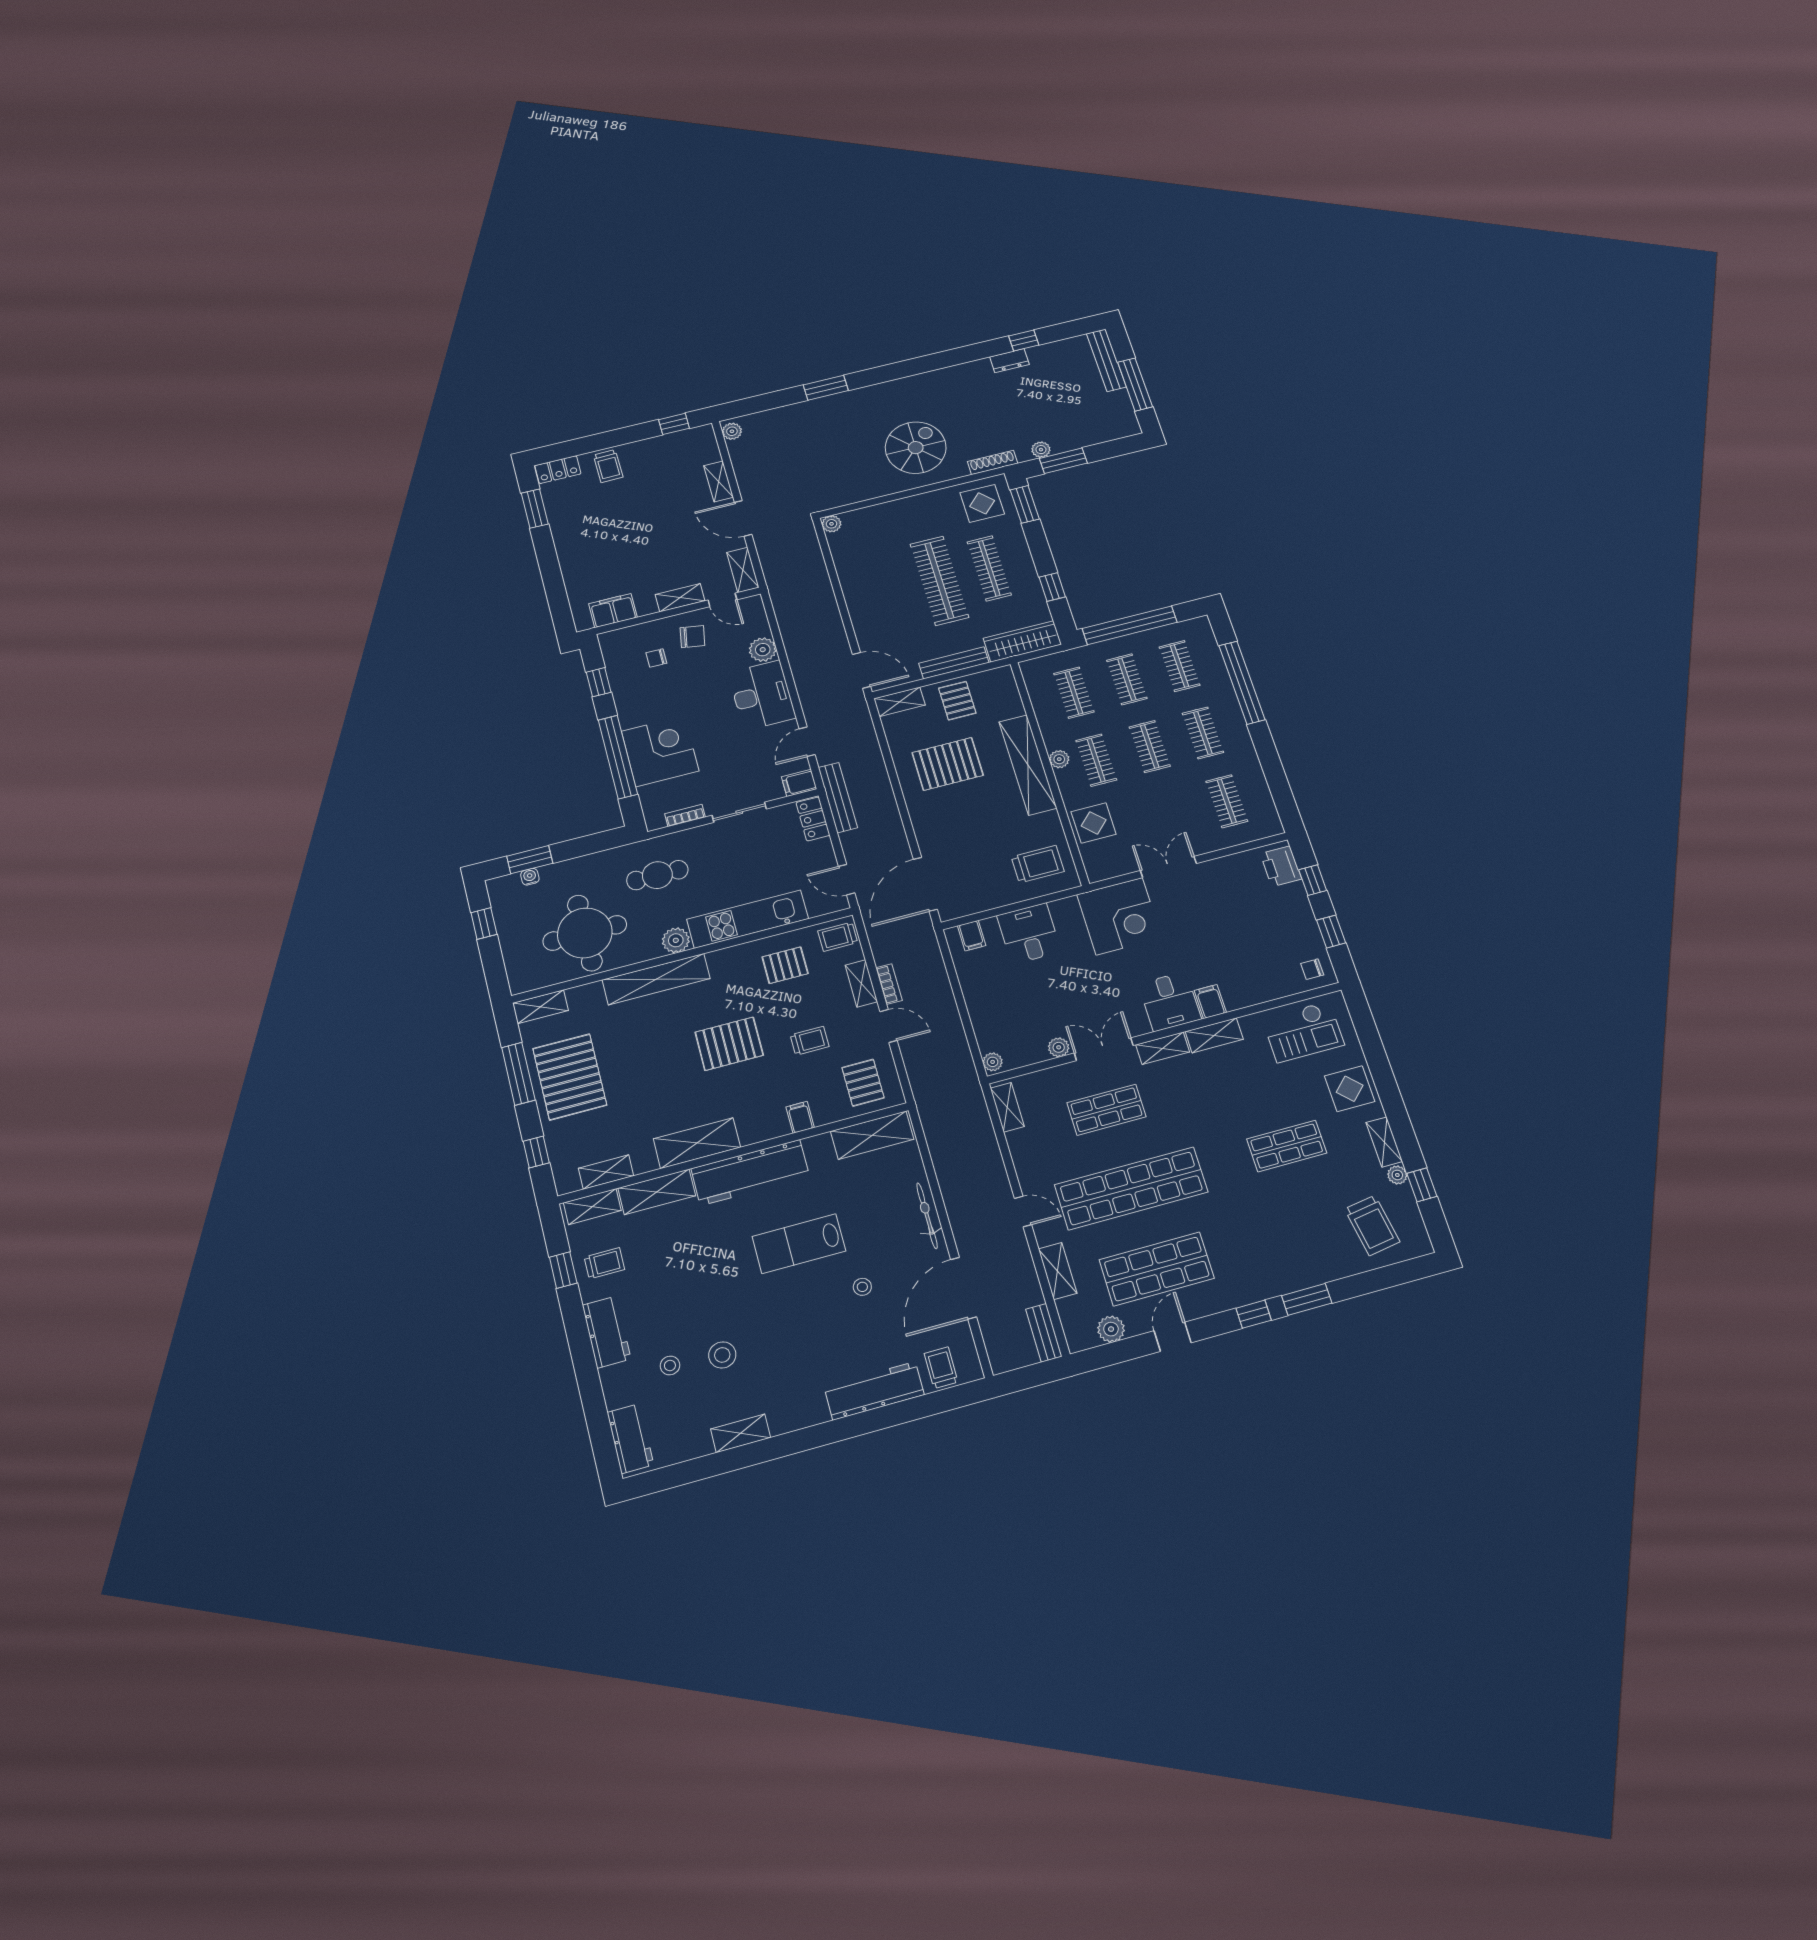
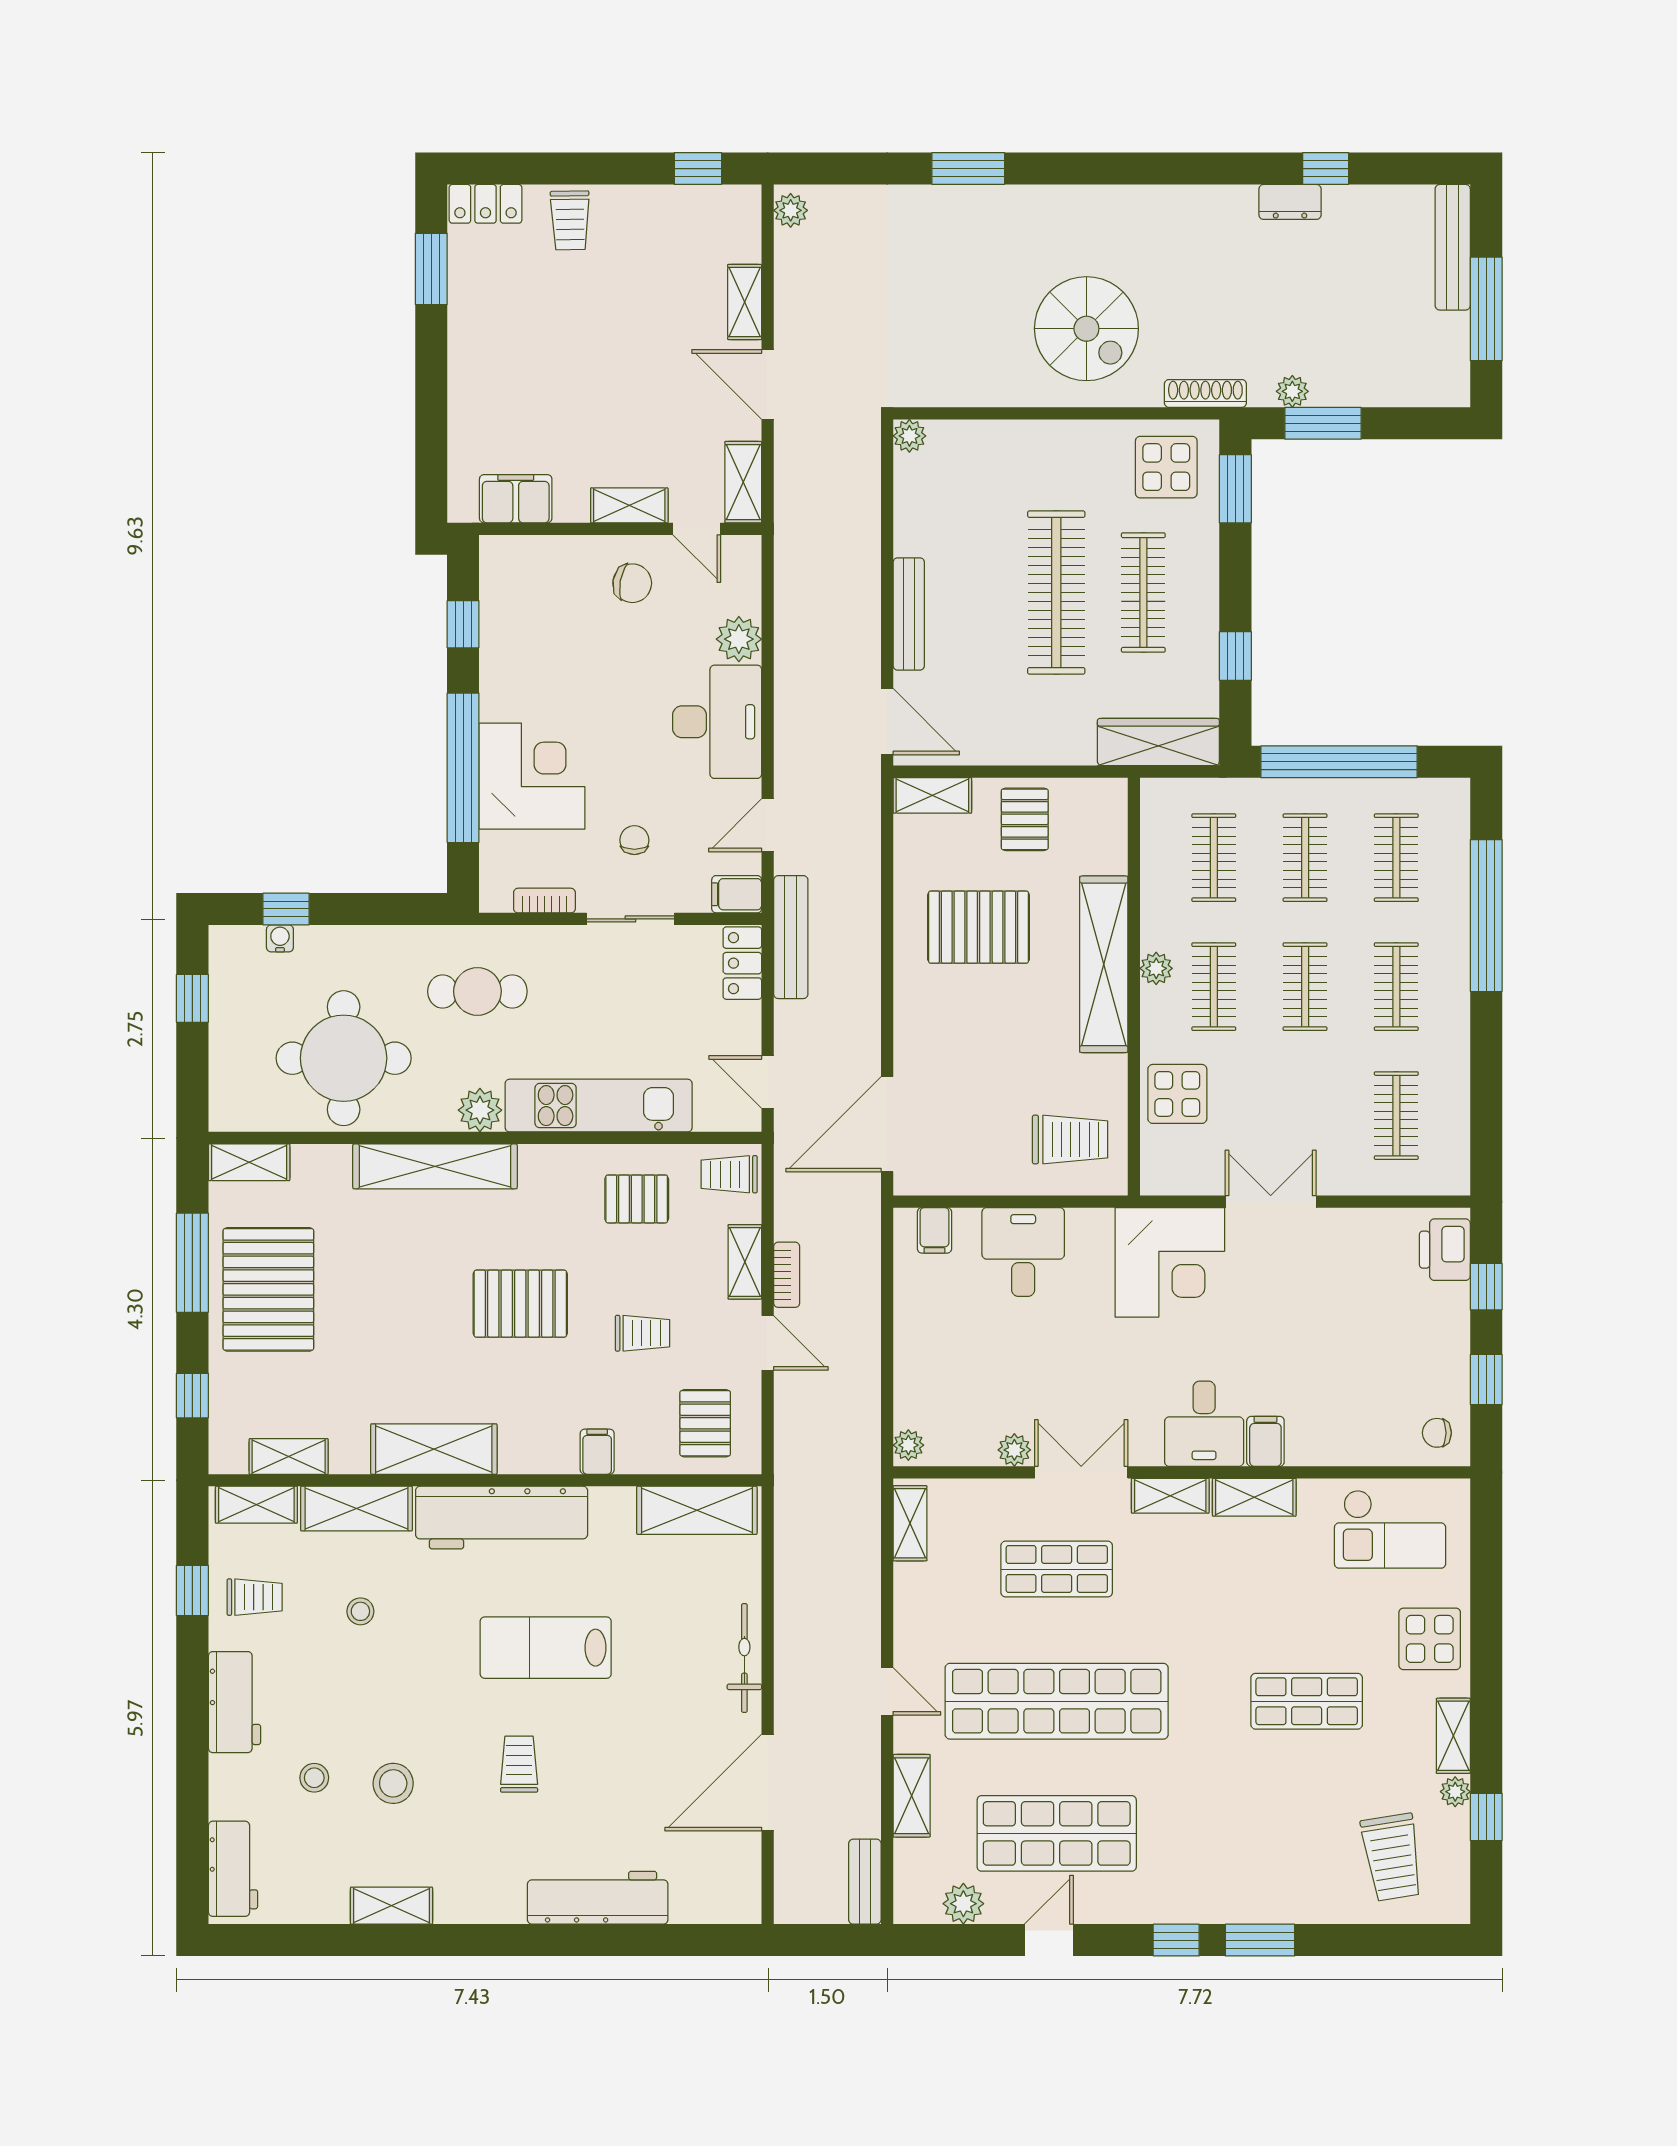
spiral stairs: (916, 448) -> (1086, 329), turned 90
chair: (656, 658) -> (634, 840), moved, turned 90
bench: (954, 663) -> (909, 614), moved, turned 90
window: (530, 860) -> (286, 909), width x0.67
stool: (862, 1287) -> (360, 1611), moved
trolley: (941, 1368) -> (519, 1764), moved

